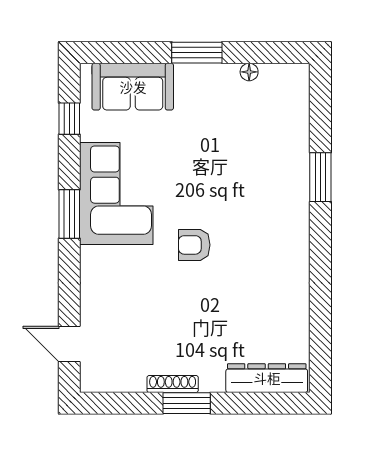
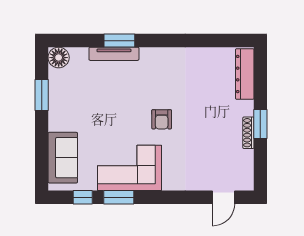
window: (197, 53) -> (42, 95), moved
floor lamp: (249, 72) -> (59, 58), moved, width x1.89, depth x1.89
tv unit: (299, 169) -> (114, 54), added
window: (69, 214) -> (119, 197), moved

